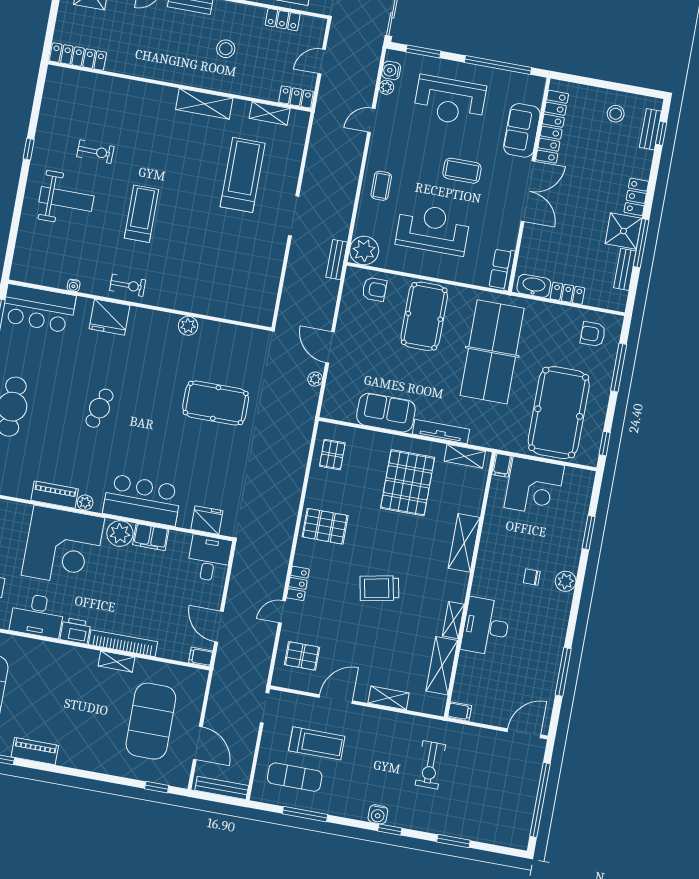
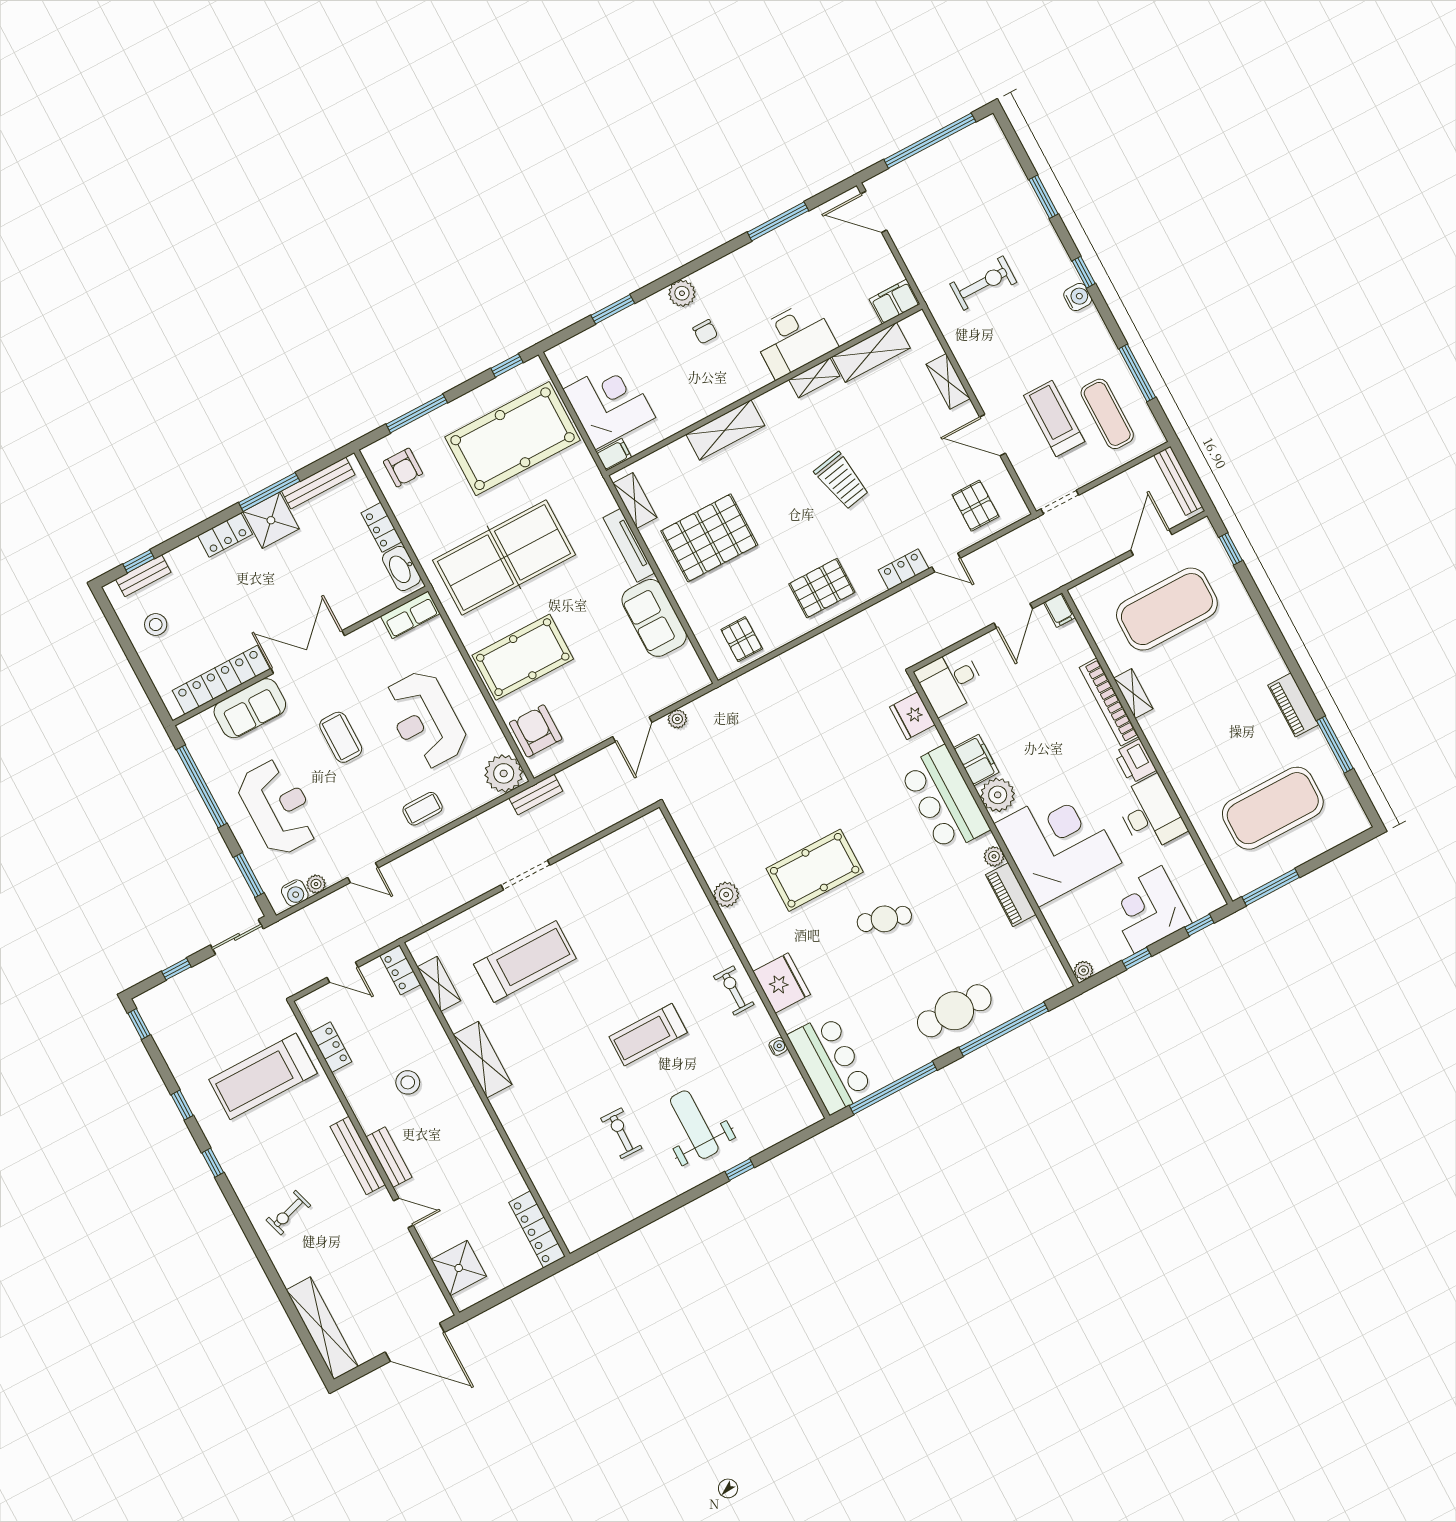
window: (29, 149) -> (740, 1170), moved
treadmill: (243, 175) -> (525, 961), turned 180
bench: (625, 269) -> (318, 483), width x1.36
armchair: (374, 289) -> (536, 731), width x1.38, depth x1.38
pool table: (216, 403) -> (815, 870), moved, turned 90
pallet: (332, 455) -> (742, 639), turned 90
pallet: (325, 526) -> (822, 588), turned 90
filing cabinet: (460, 711) -> (894, 302), width x2.00

